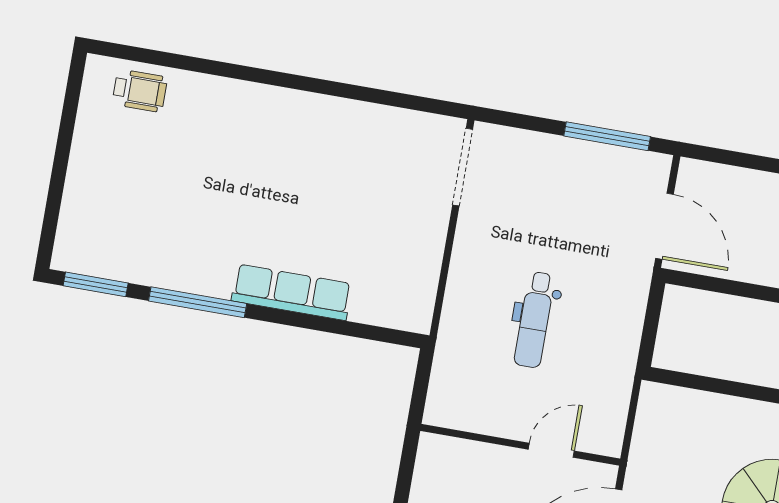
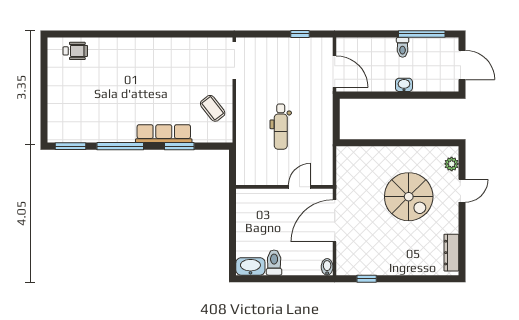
window: (607, 136) -> (300, 34), width x0.46
coffee table: (401, 258) -> (213, 108), added
window: (319, 323) -> (179, 146), added

